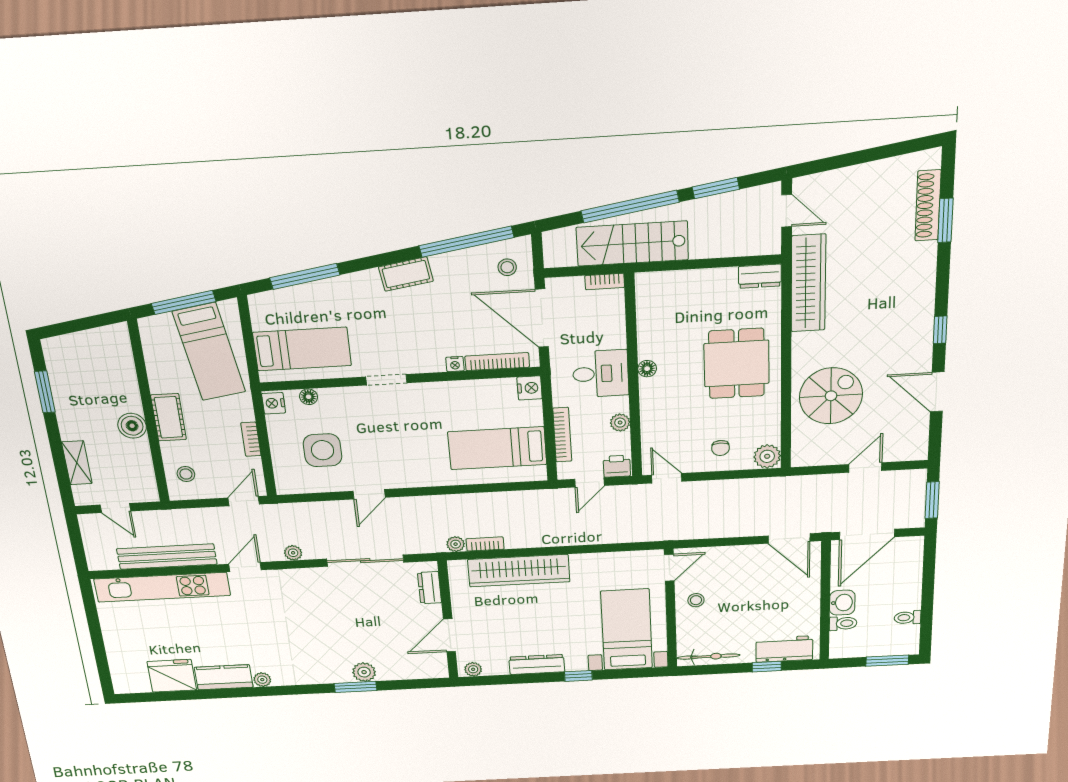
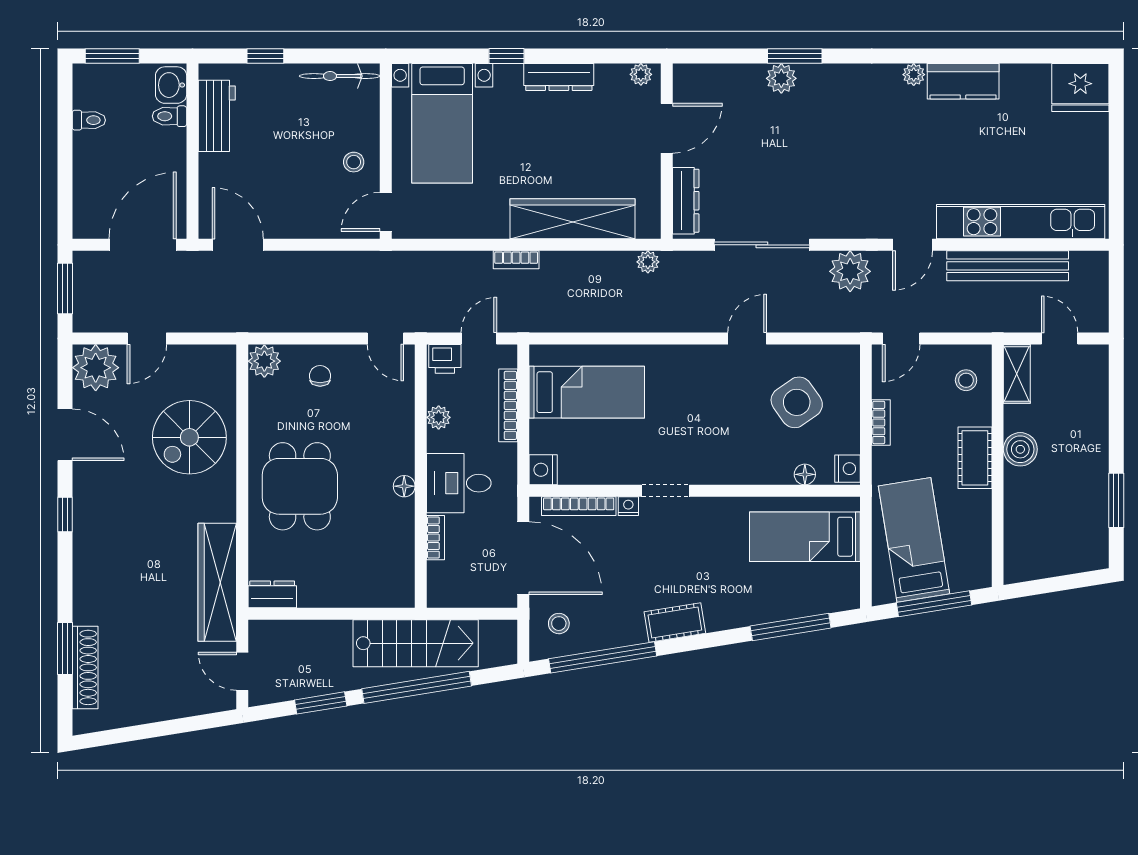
bookcase: (605, 282) -> (436, 538), moved, turned 90
doorway: (386, 380) -> (666, 491), moved
plant: (909, 444) -> (96, 368), added
side table: (323, 450) -> (797, 402), turned -35
shelving: (77, 463) -> (1017, 374), moved
bookcase: (485, 544) -> (516, 260), moved
plant: (293, 553) -> (850, 271), width x1.88, depth x1.88
dresser: (430, 588) -> (686, 201), width x1.44
washbasin: (842, 603) -> (171, 85), moved
workbench: (784, 649) -> (217, 116), moved, turned -90
fridge: (172, 676) -> (1080, 87), moved

